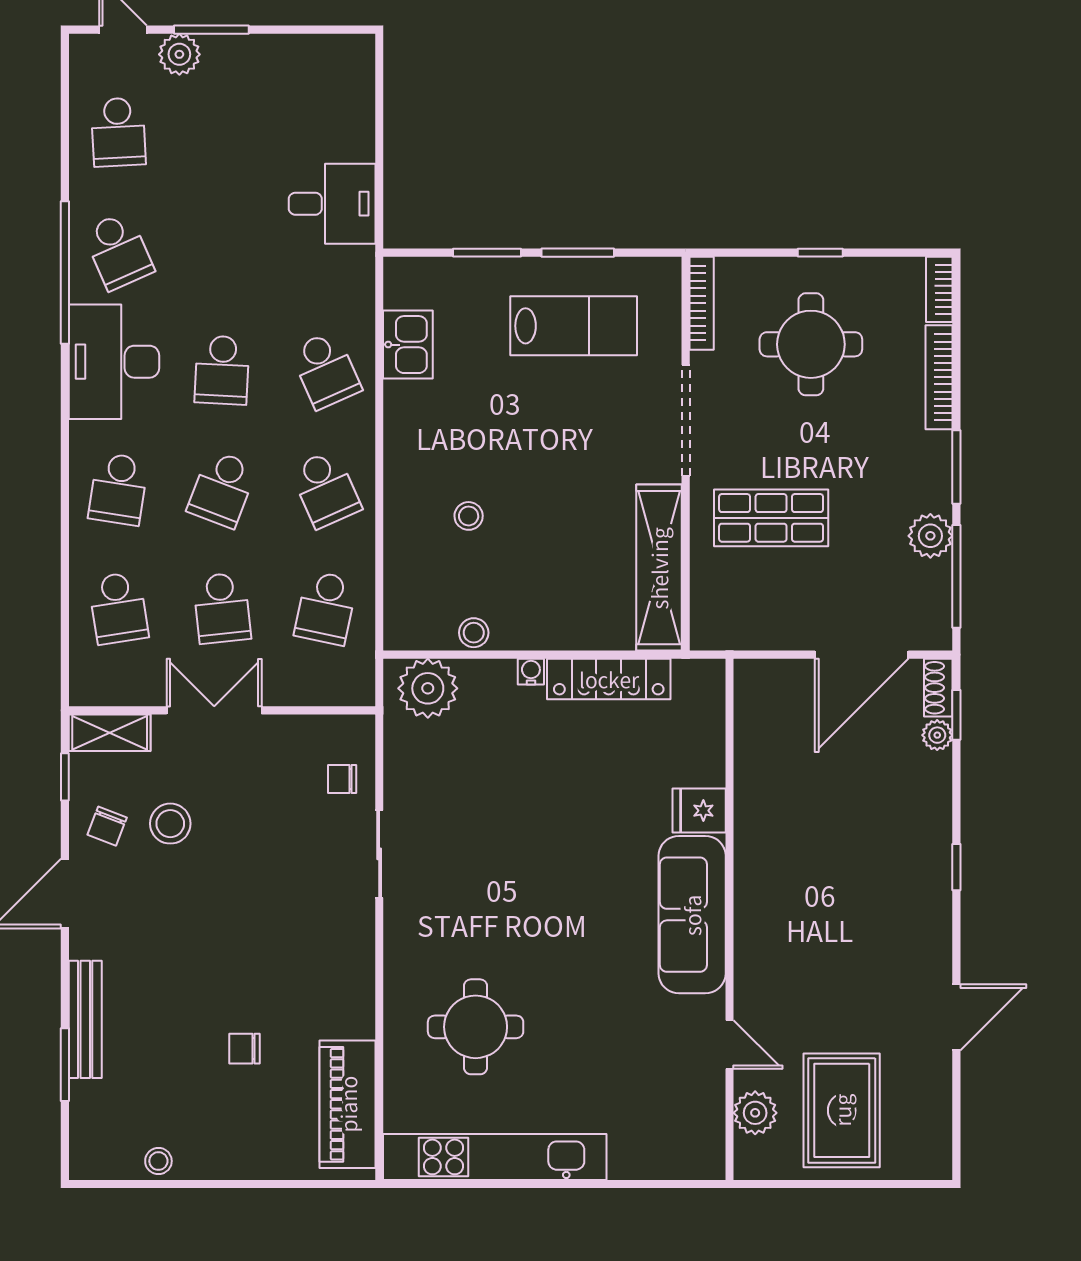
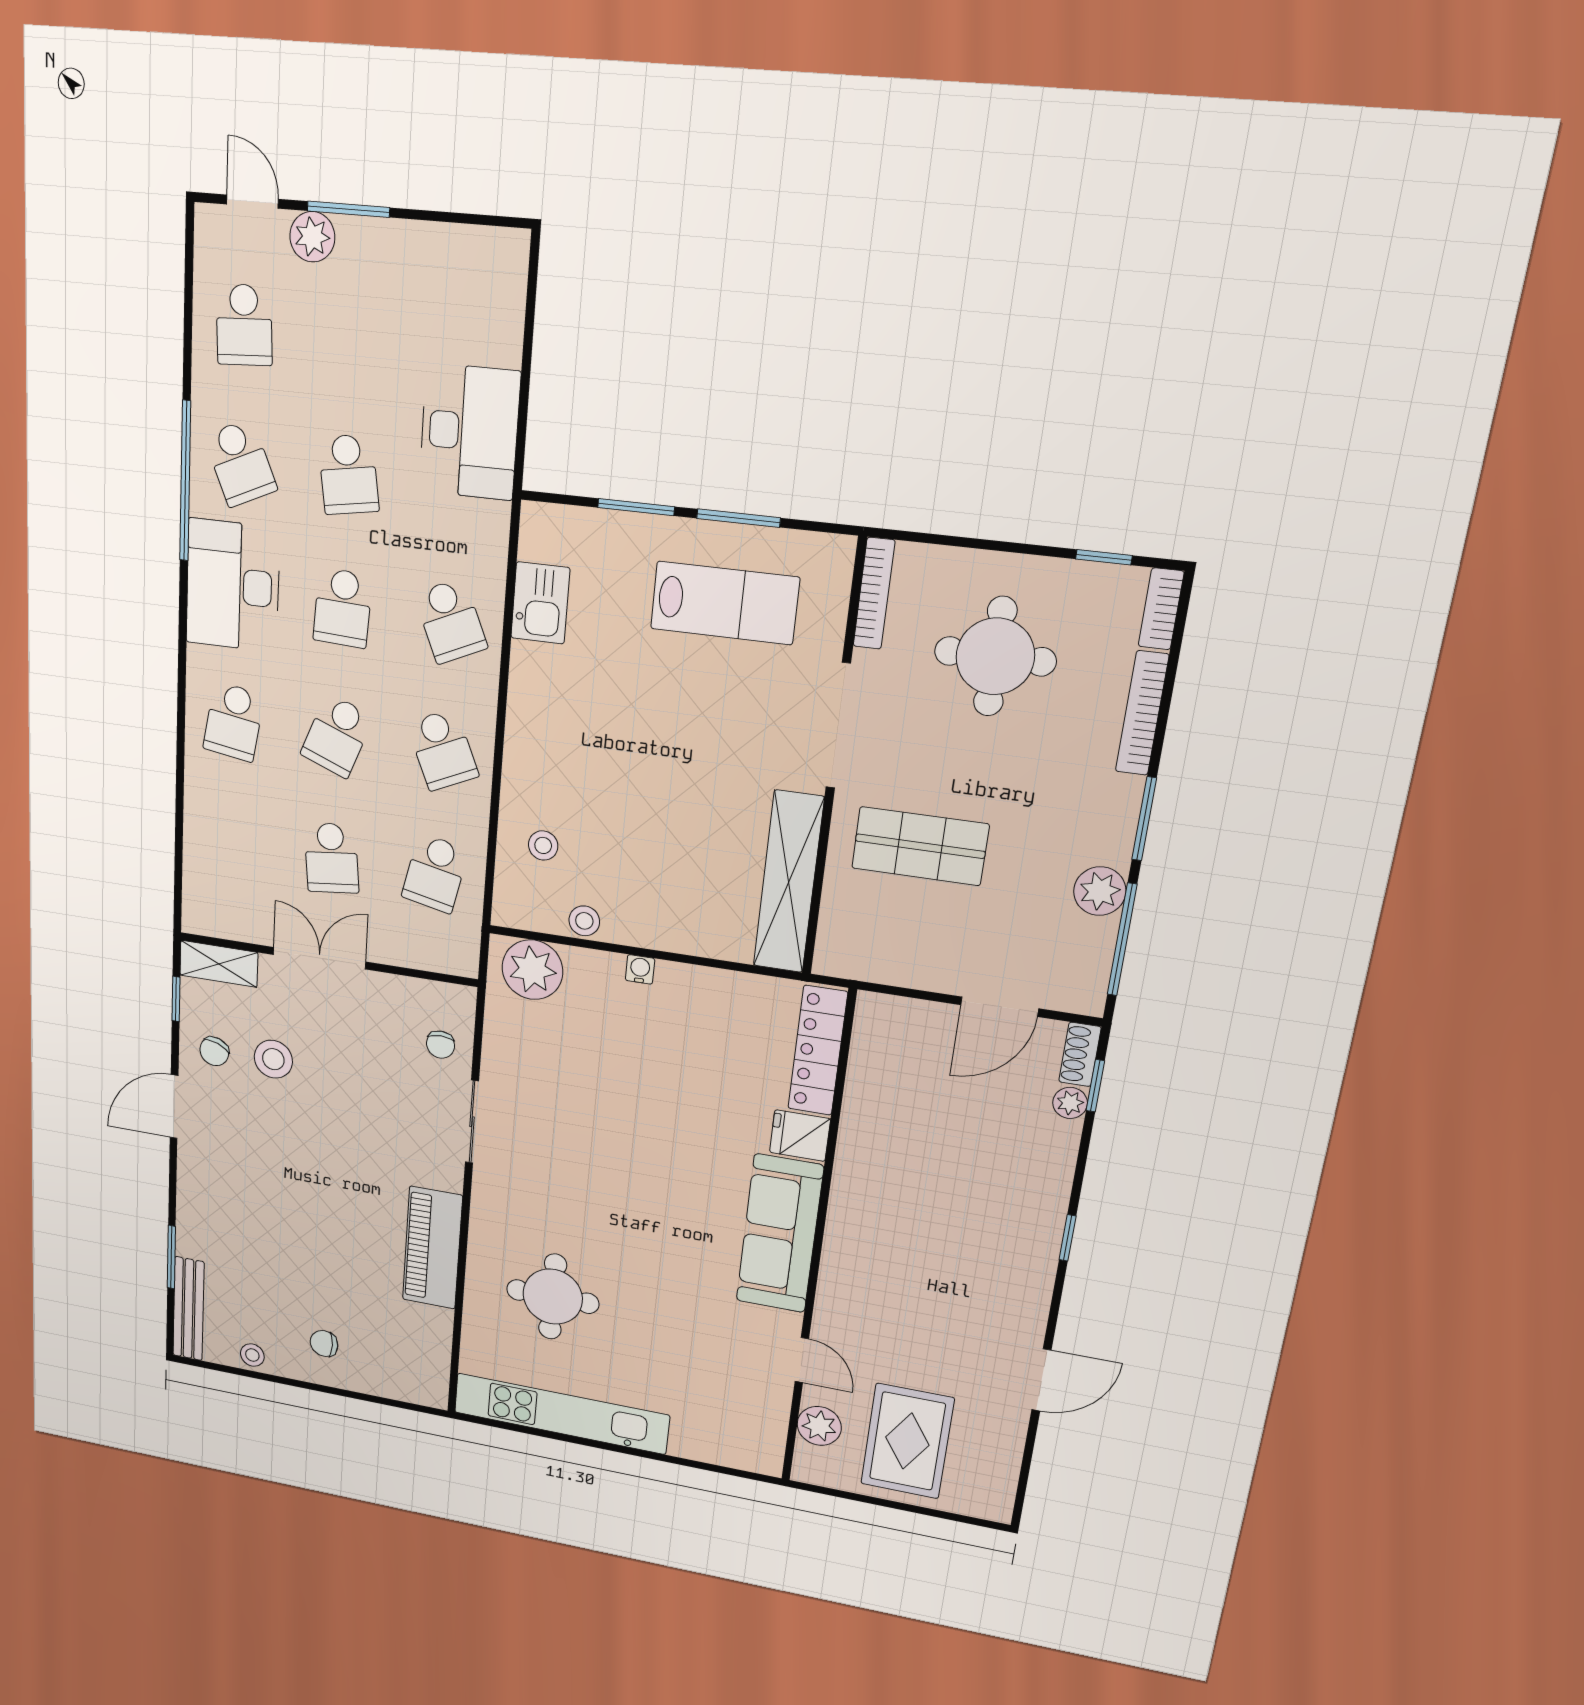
desk: (332, 204) -> (469, 432), width x1.37
window: (820, 253) -> (1104, 557), moved
stool: (469, 516) -> (543, 845), moved
school desk: (118, 608) -> (348, 475), moved
door: (862, 655) -> (1000, 1007), width x0.73
locker: (609, 679) -> (818, 1051), moved, turned 90
chair: (342, 779) -> (441, 1045), turned -90
bench: (85, 1019) -> (188, 1309), moved
chair: (244, 1049) -> (324, 1344), moved
piano: (348, 1104) -> (432, 1248), moved

